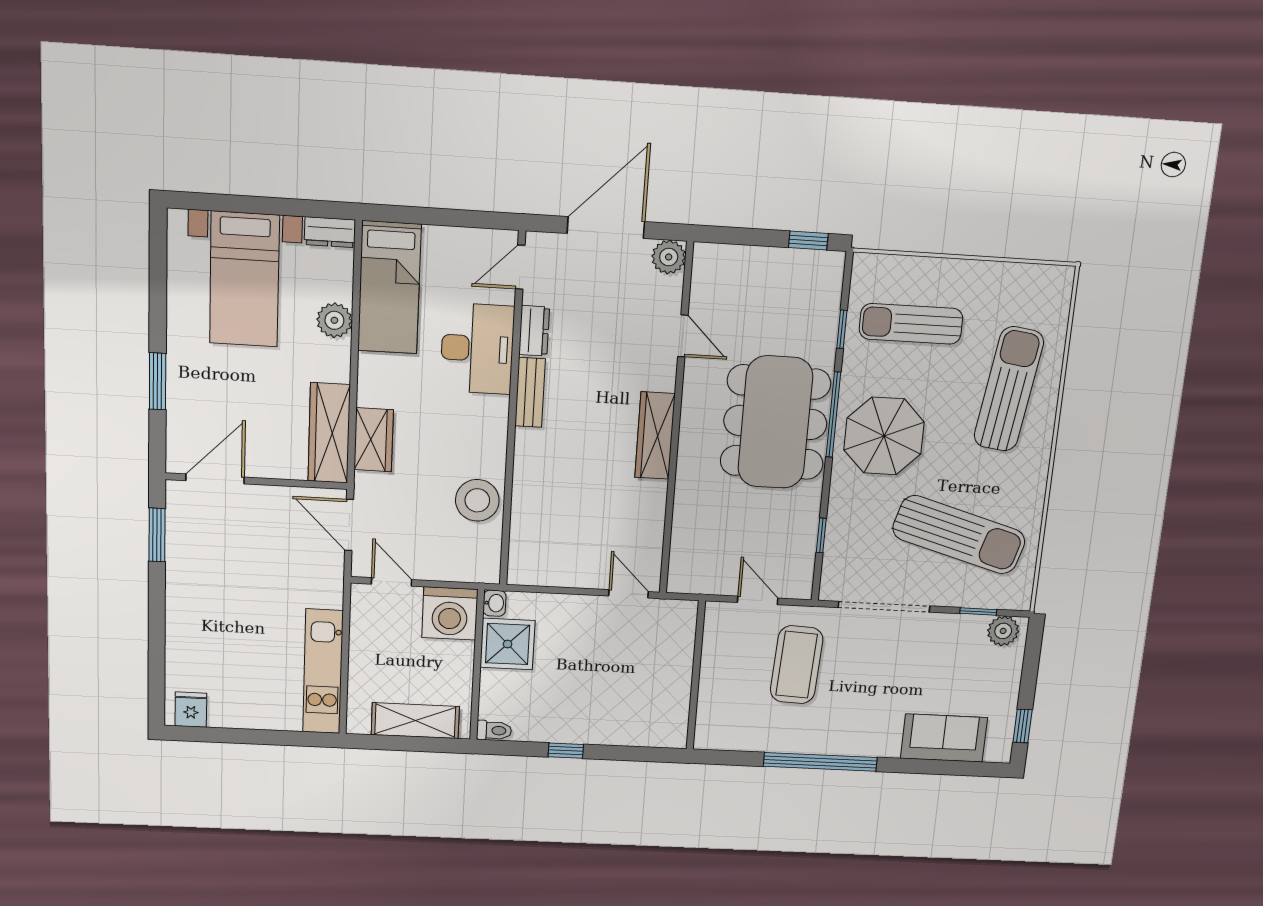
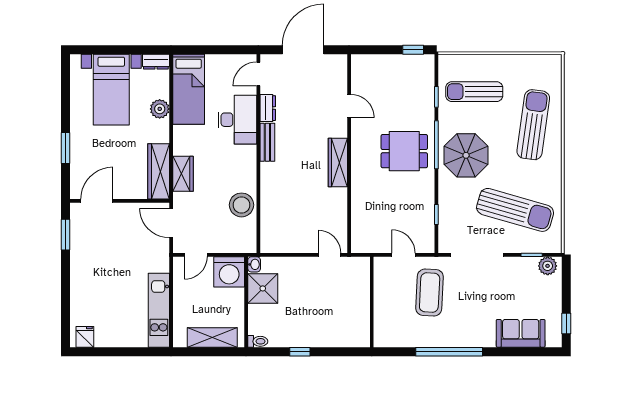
plant: (669, 257) -> (338, 63), removed
dining table: (775, 422) -> (404, 151), width x0.53, depth x0.80
door: (392, 582) -> (196, 255), swing flipped

